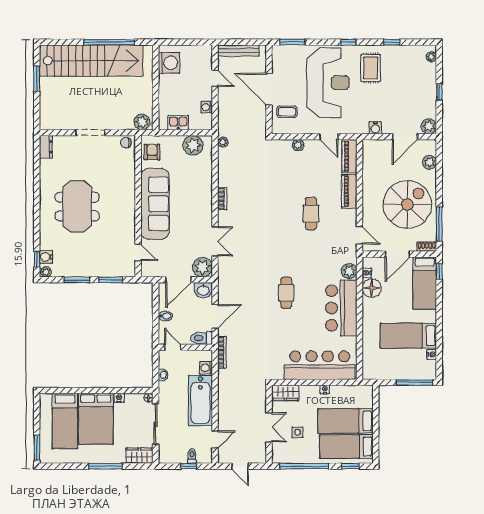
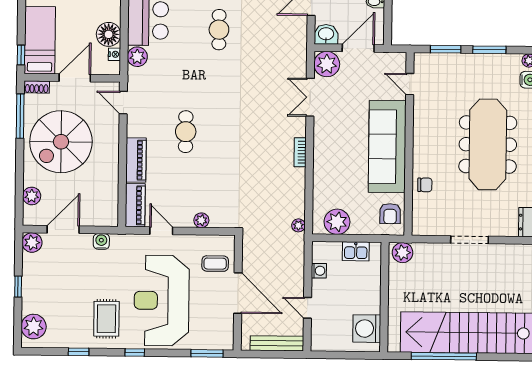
plant: (431, 57) -> (34, 327), width x1.88, depth x1.88
chair: (126, 143) -> (425, 185), moved
meeting table: (77, 207) -> (488, 144), width x1.36

